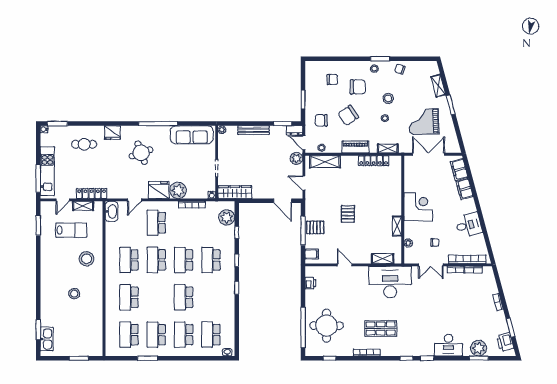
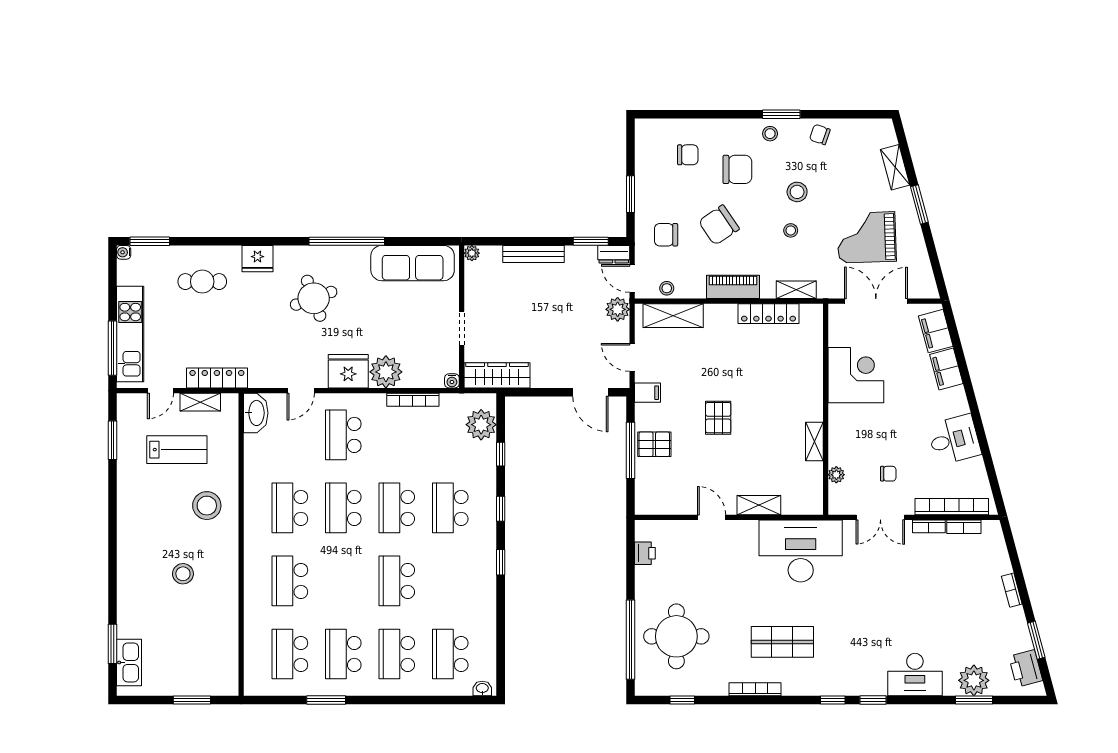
corner desk: (418, 207) -> (856, 375), moved
filing cabinet: (312, 254) -> (648, 393), moved
shelving: (383, 259) -> (759, 505), moved

